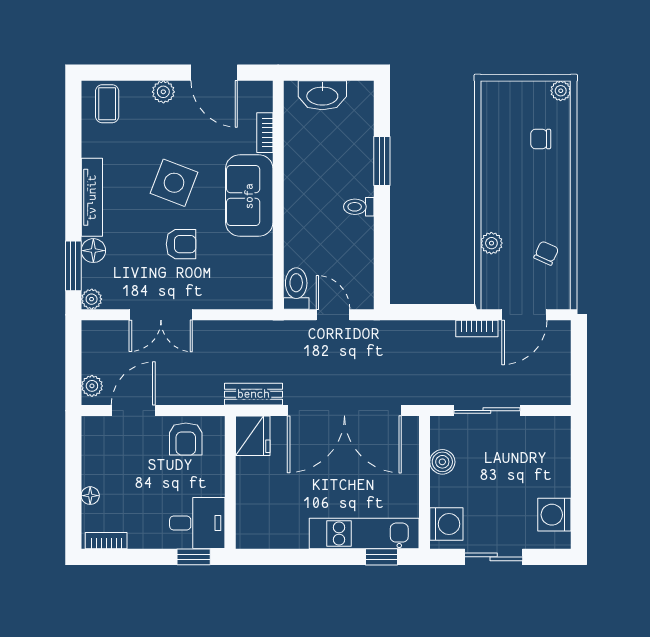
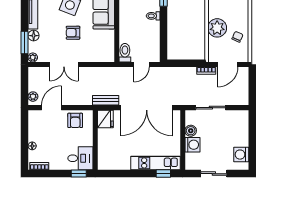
plant: (491, 243) -> (217, 28), width x1.87, depth x1.87
armchair: (181, 244) -> (73, 33), turned 180
door: (333, 315) -> (142, 64), swing flipped
washing machine: (446, 524) -> (193, 145), moved

